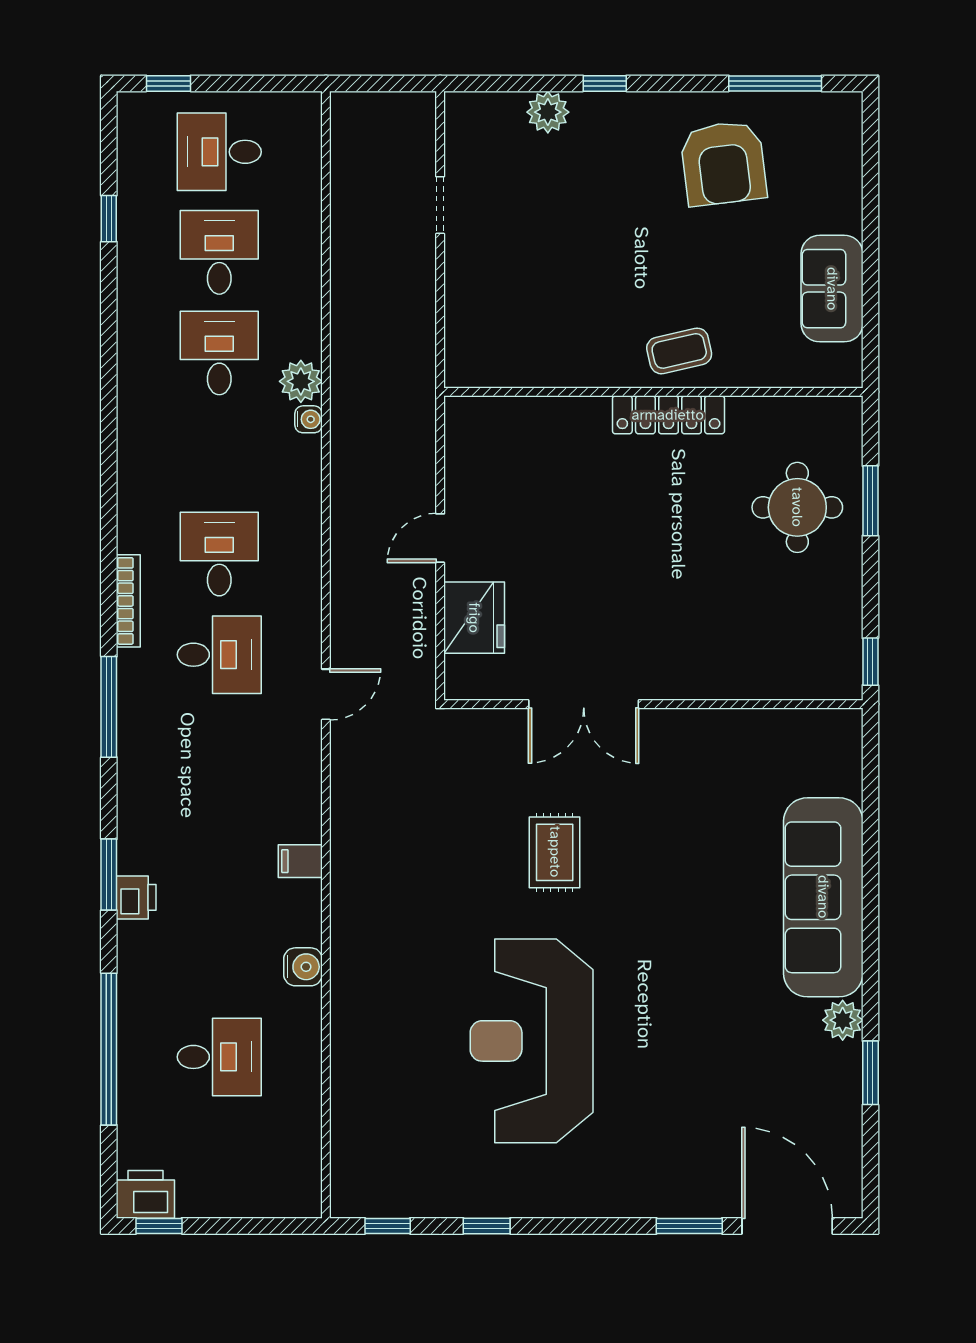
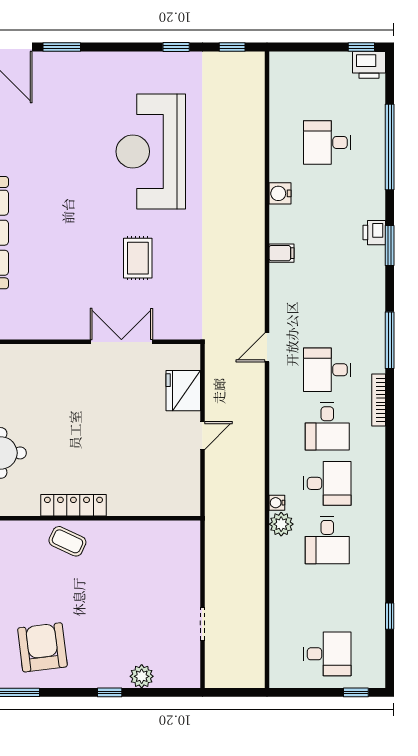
desk: (219, 252) -> (327, 483), moved, turned -90
coffee table: (679, 351) -> (67, 541), turned 38
reception desk: (532, 1041) -> (151, 152), turned 180

